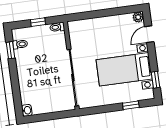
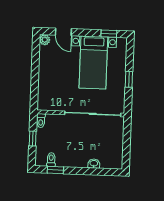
window: (131, 105) -> (129, 79), moved
washbasin: (27, 110) -> (94, 164), moved

